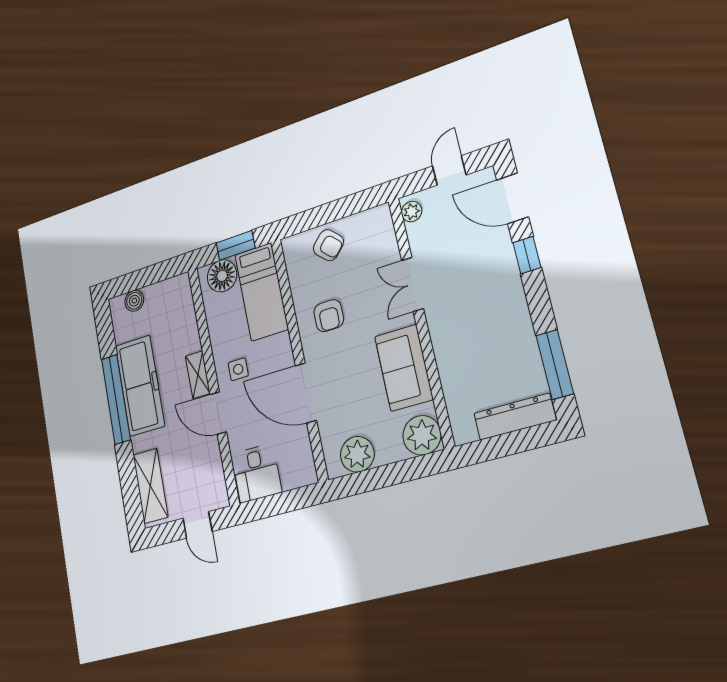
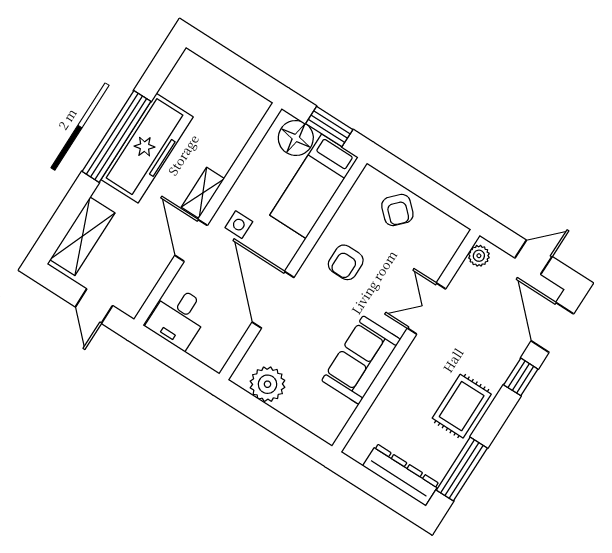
boiler: (134, 301) -> (207, 74), removed
rug: (507, 321) -> (462, 406), added
plant: (422, 435) -> (326, 420), removed

